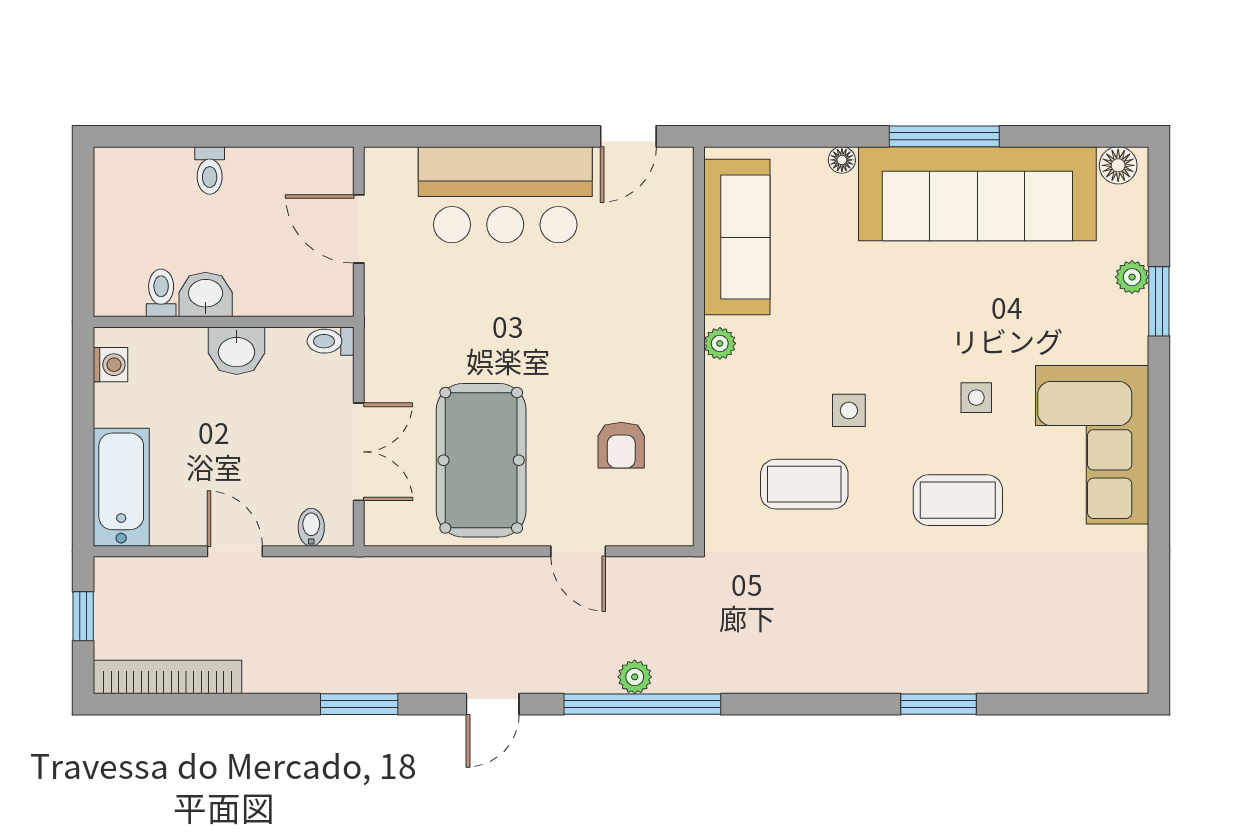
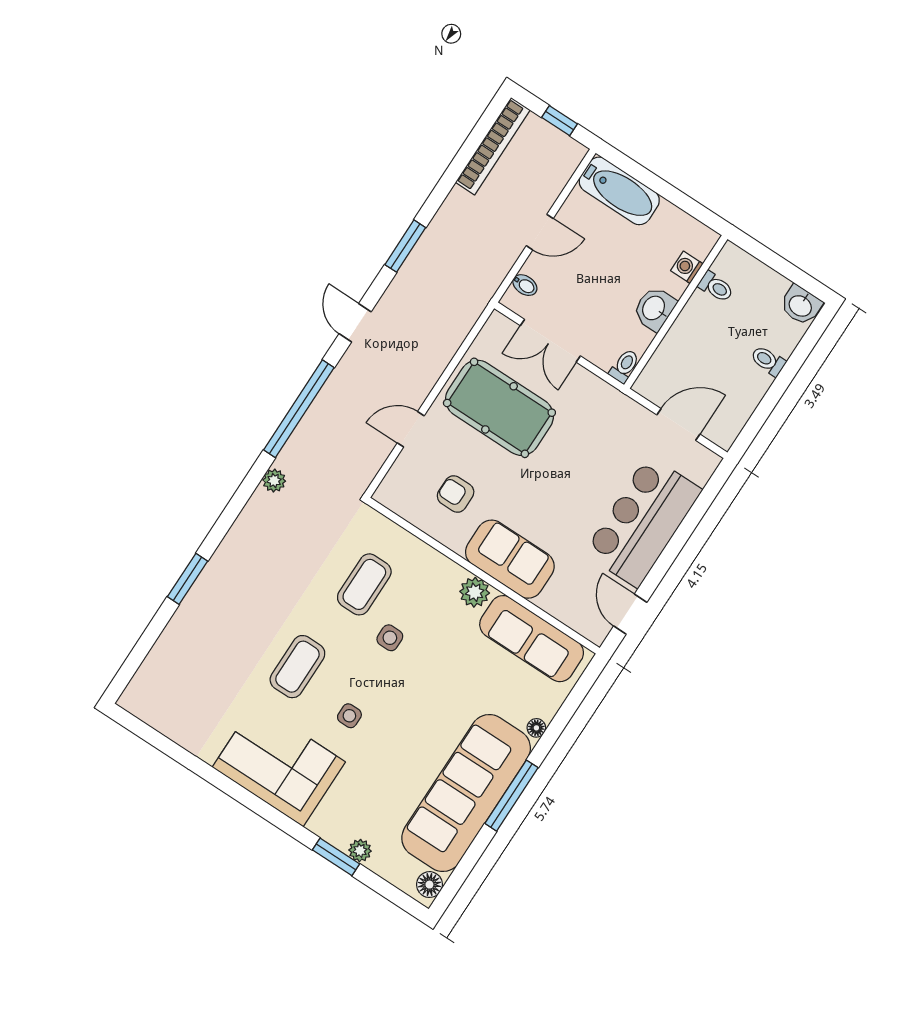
washbasin: (206, 295) -> (801, 305), moved, turned 90
sofa: (657, 327) -> (510, 559), added
plant: (720, 343) -> (475, 592), width x1.38, depth x1.38
washing machine: (111, 365) -> (687, 267), moved, turned 90
plant: (635, 677) -> (274, 481), moved

